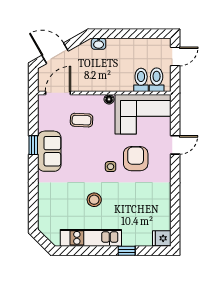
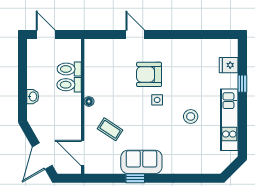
washbasin: (99, 44) -> (33, 97), moved
toilet: (157, 80) -> (69, 85), moved
corner sofa: (143, 114) -> (104, 67), removed
coffee table: (82, 120) -> (110, 129), turned -60
fridge: (162, 238) -> (229, 65), moved, turned 90

